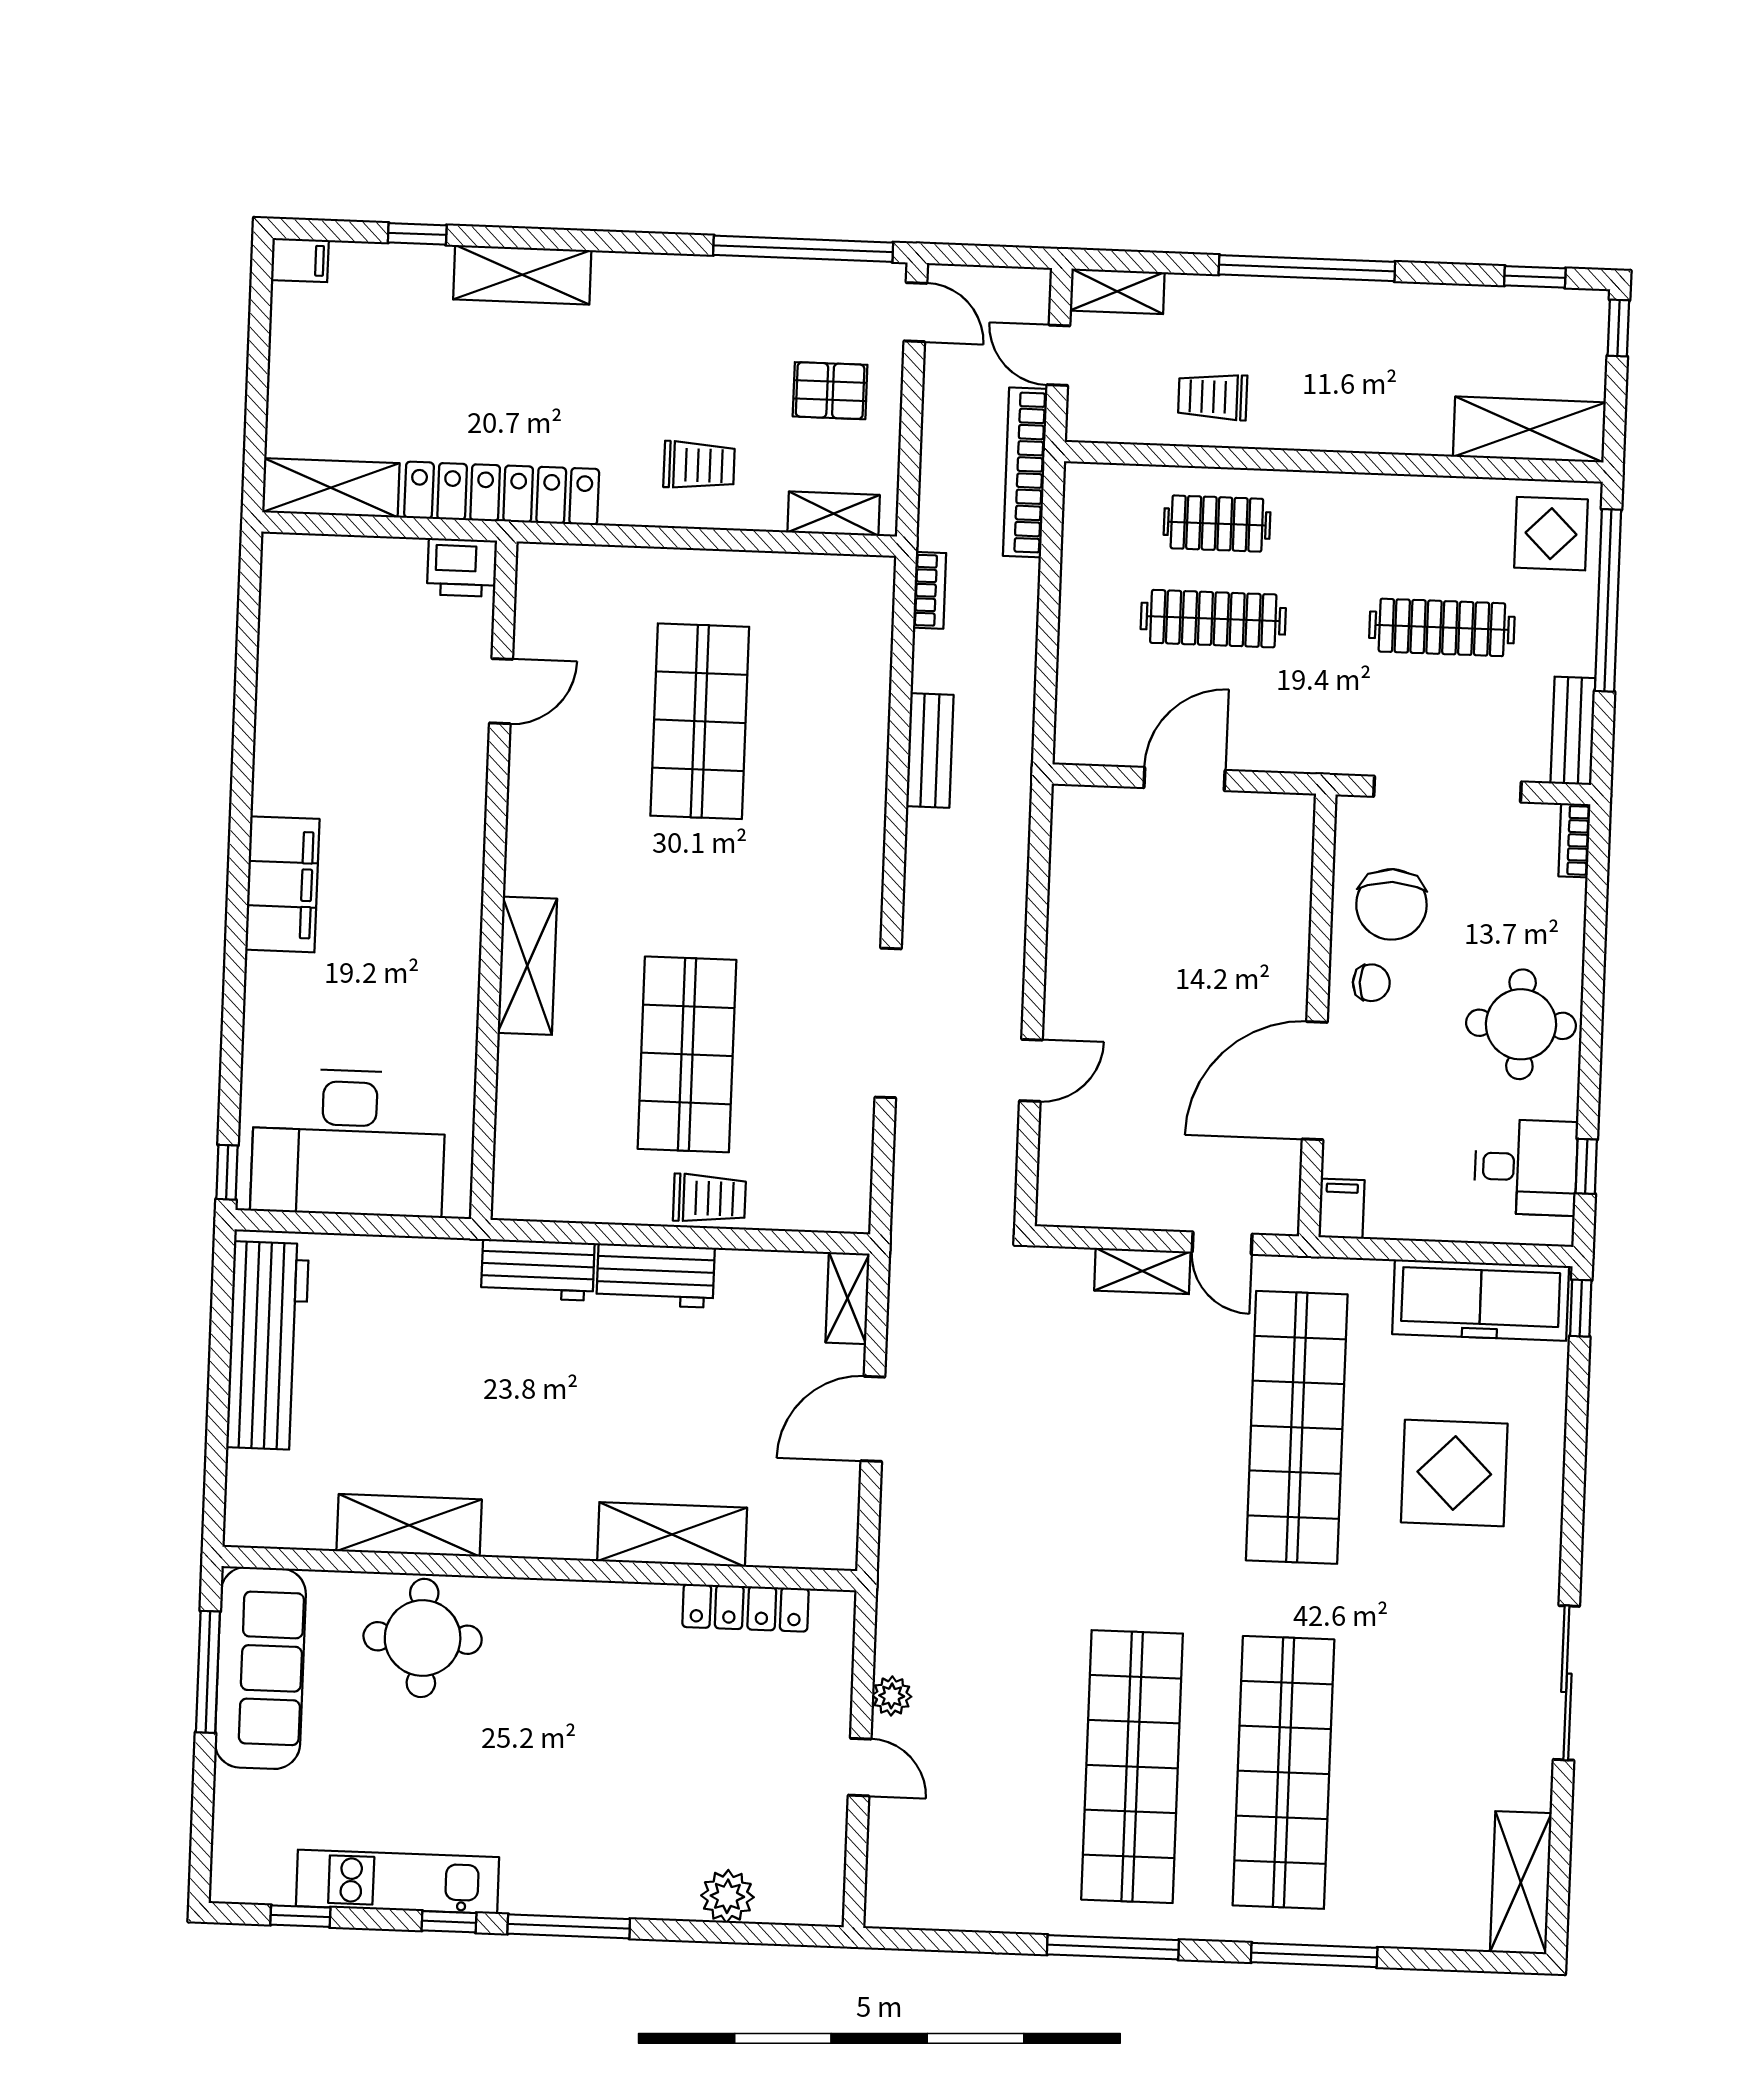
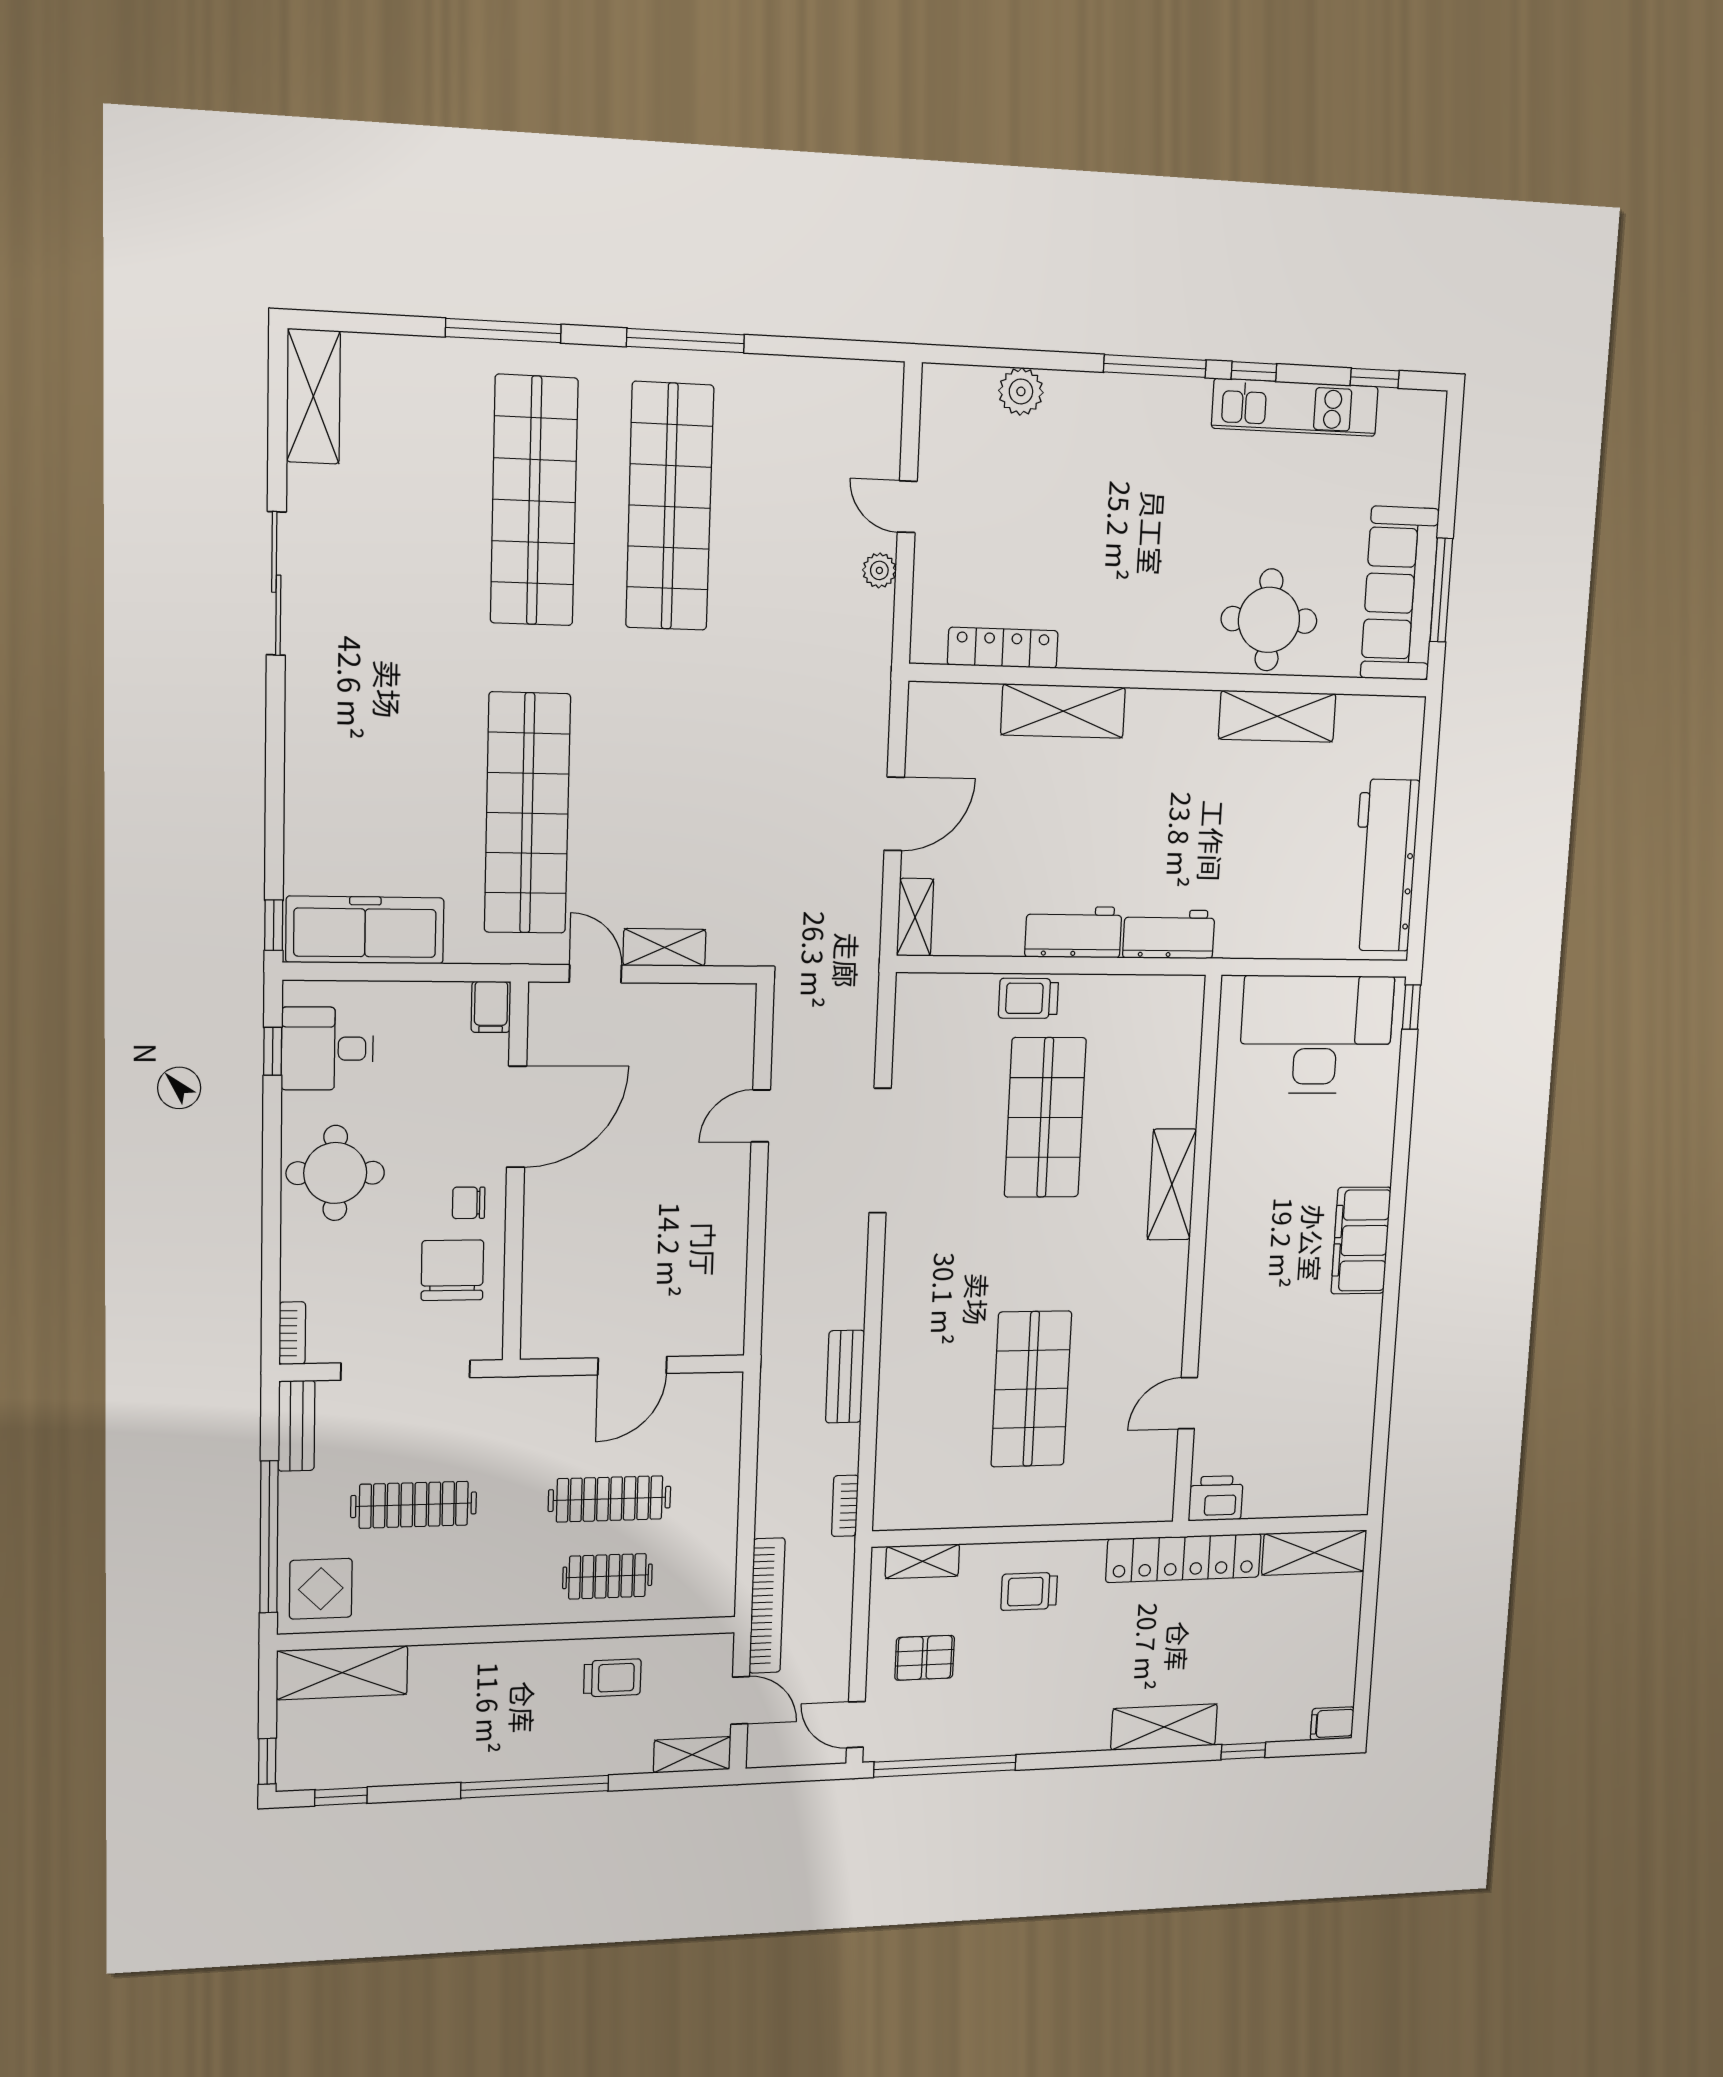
display table: (1454, 1473) -> (385, 775), removed

